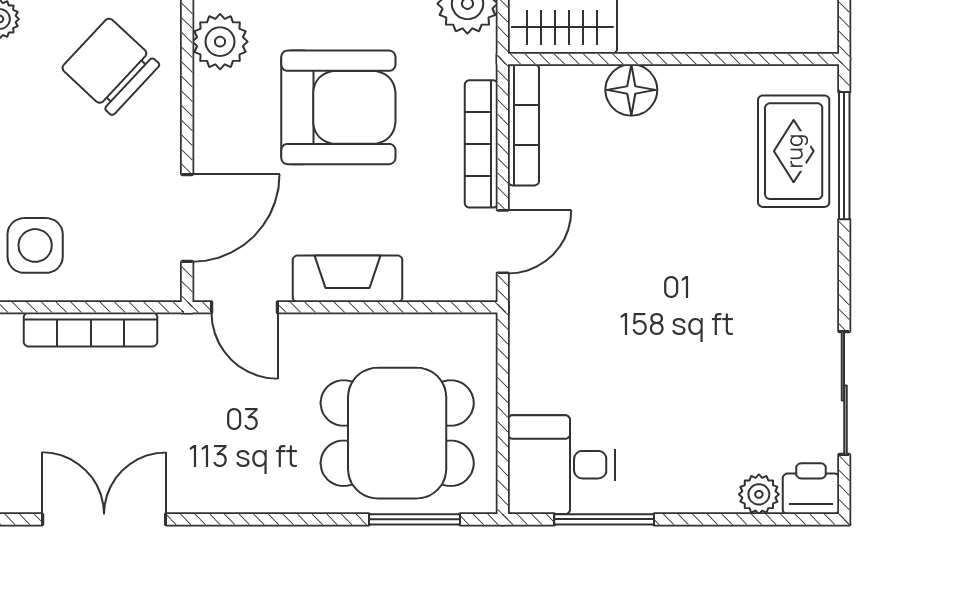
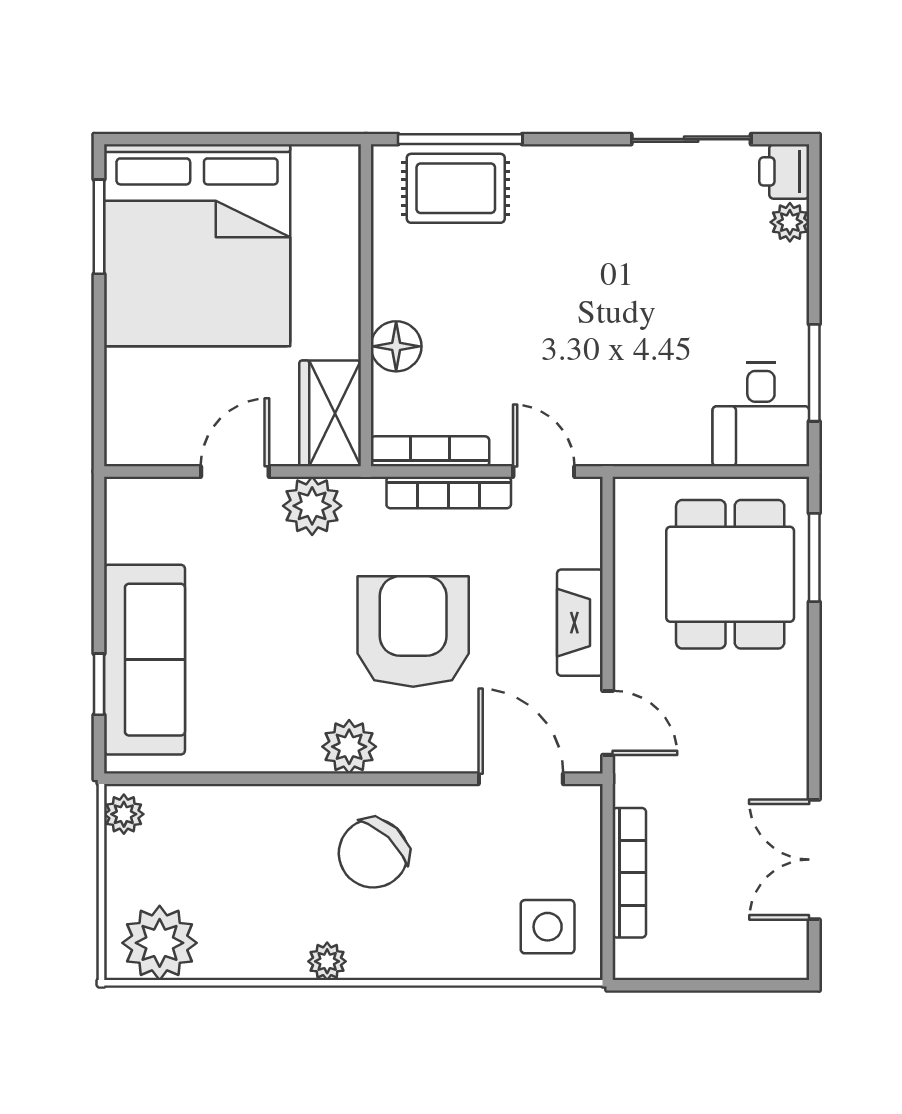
door: (244, 307) -> (608, 723), hinge flipped

